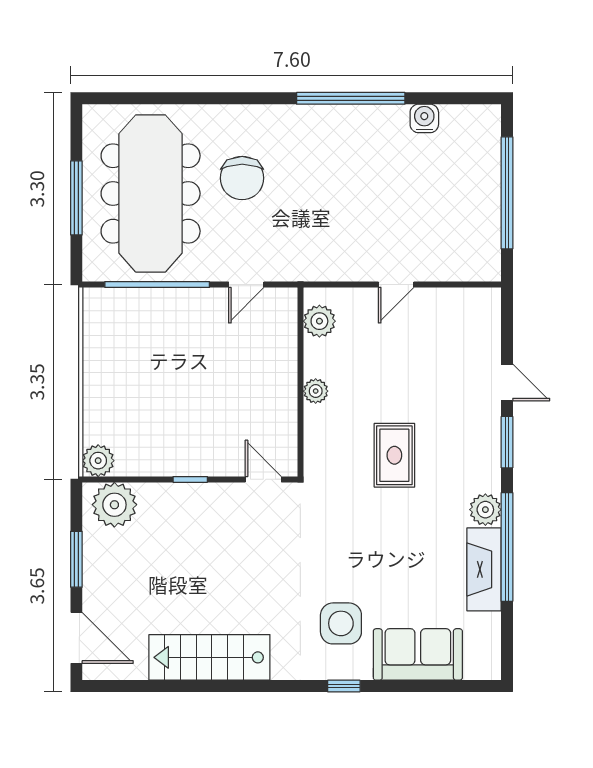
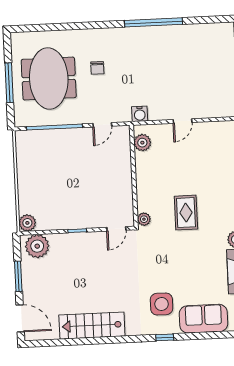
water cooler: (424, 118) -> (140, 114), moved, turned 180
chair: (242, 178) -> (97, 68), width x0.54, depth x0.54
meeting table: (151, 193) -> (49, 78), width x0.73
plant: (316, 391) -> (144, 219), moved
door: (263, 479) -> (116, 229), swing flipped

